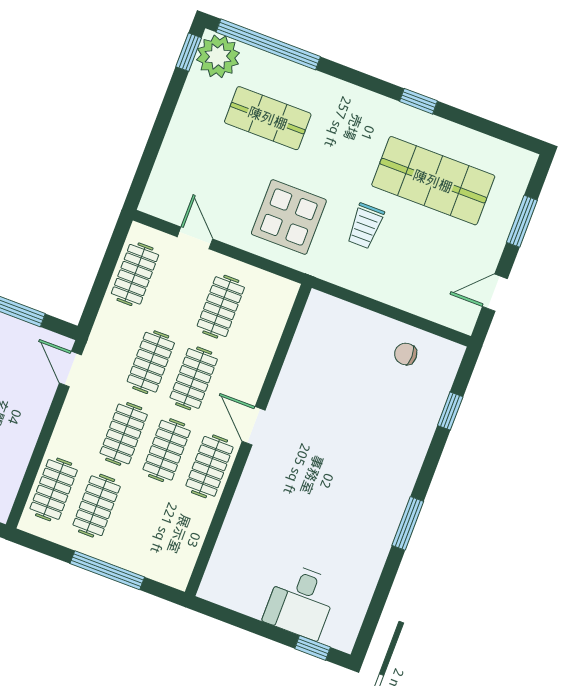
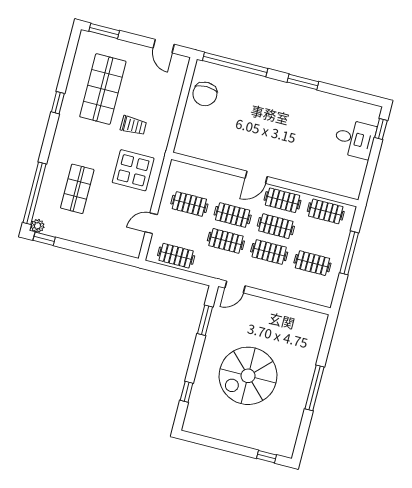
plant: (218, 56) -> (37, 226), width x0.53, depth x0.53
window: (522, 221) -> (104, 31), moved
chair: (406, 354) -> (205, 94), width x1.87, depth x1.87
window: (450, 411) -> (235, 65), width x3.17
clothes rail: (54, 489) -> (326, 211), moved

